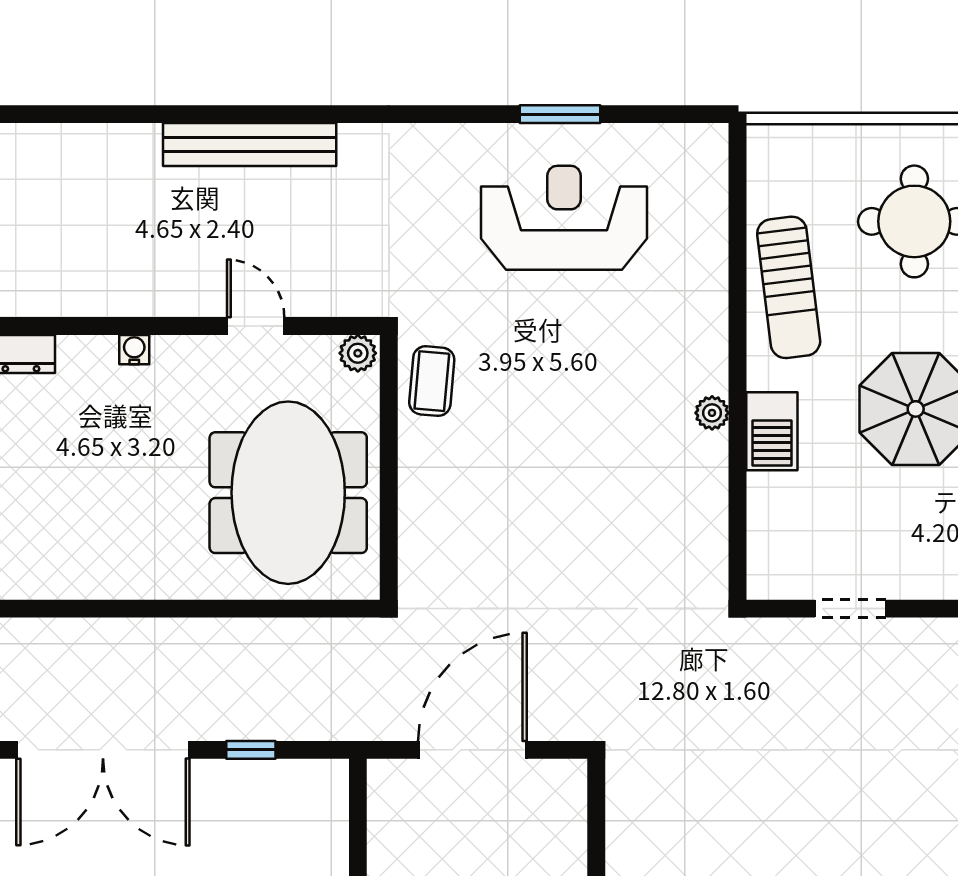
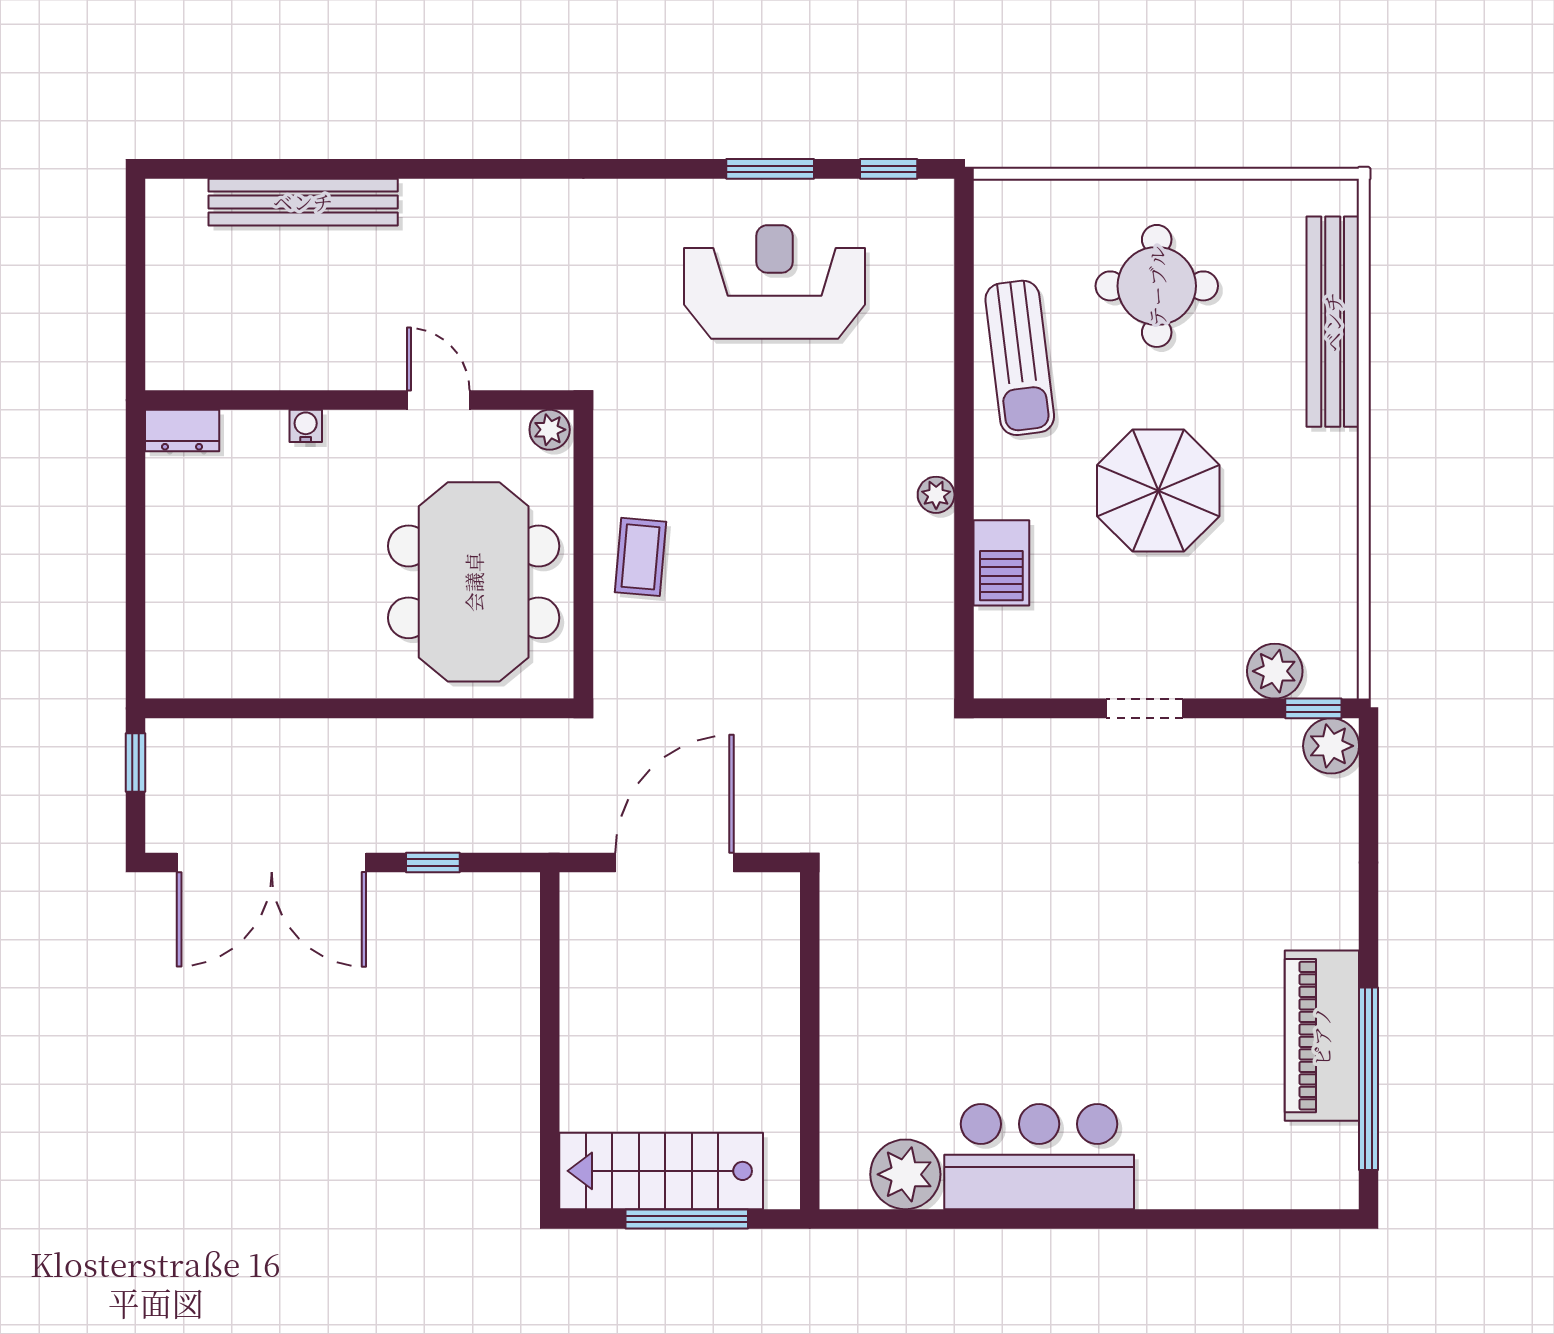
window: (669, 114) -> (889, 169), added
bench: (250, 145) -> (303, 202), moved
coffee table: (432, 381) -> (641, 557), moved
barbecue: (772, 431) -> (1001, 563), moved
doorway: (851, 609) -> (1144, 708), moved

